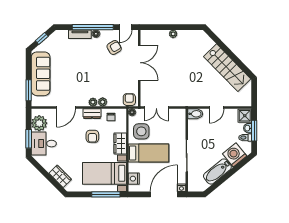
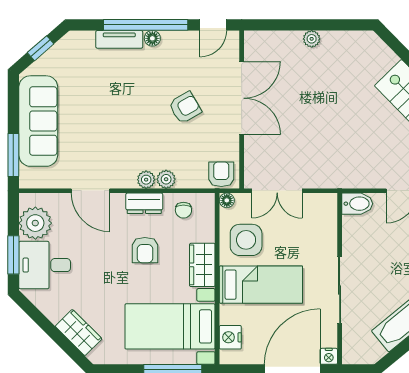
armchair: (114, 48) -> (185, 108), moved
door: (66, 108) -> (90, 191), hinge flipped

